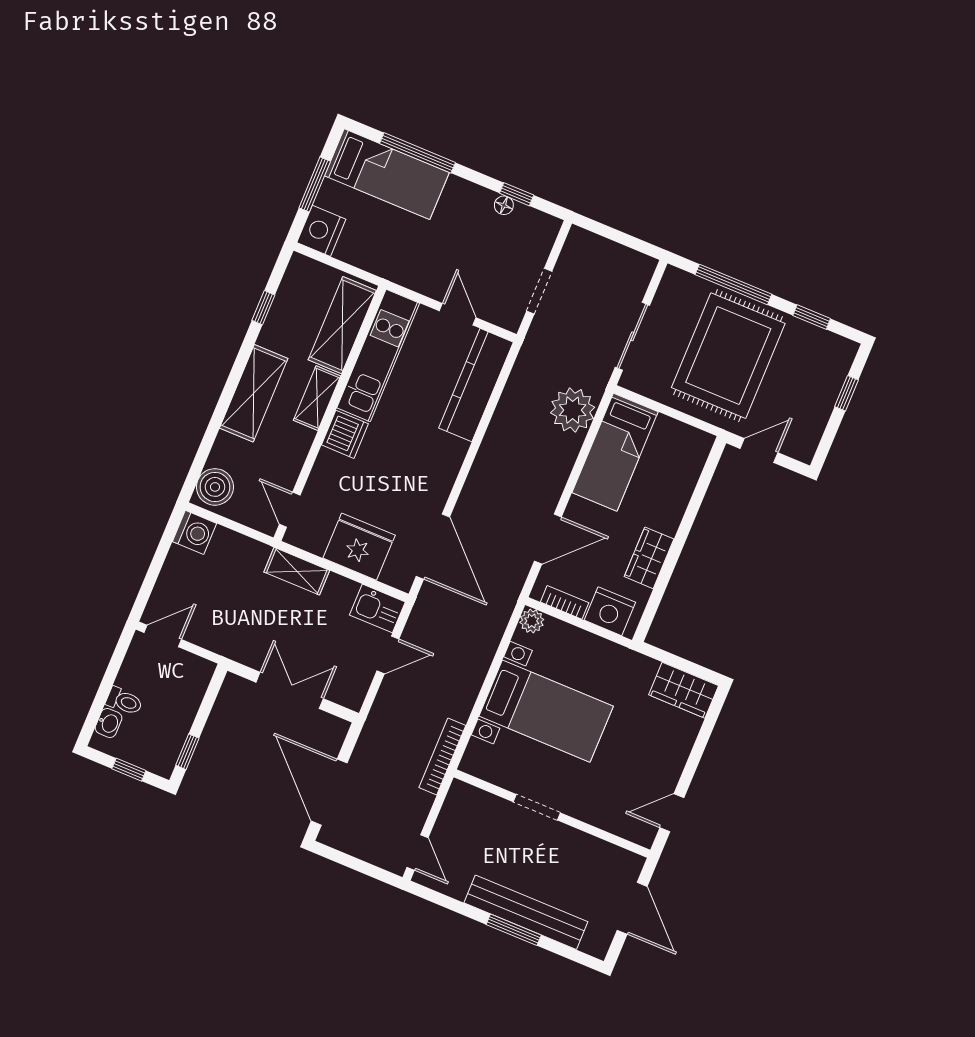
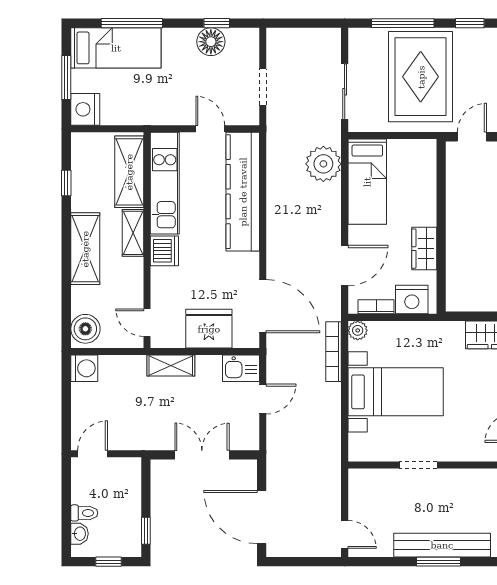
floor lamp: (504, 205) -> (211, 42), width x1.89, depth x1.89
kitchen counter: (476, 385) -> (243, 192), width x1.39, depth x1.17
bookcase: (442, 757) -> (334, 352), moved

